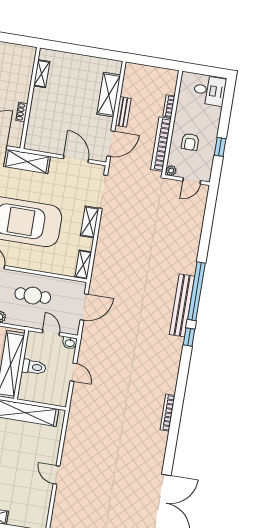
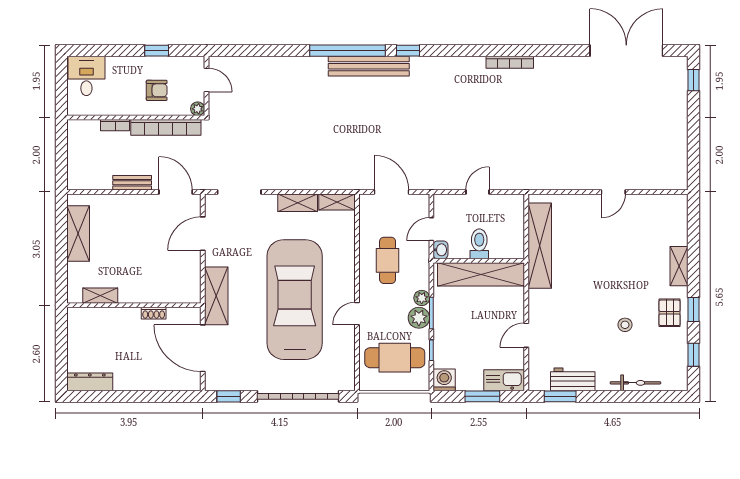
shelving: (109, 95) -> (78, 233), moved, turned 90
shelving: (90, 222) -> (298, 203), moved
washbasin: (70, 343) -> (441, 250), moved

